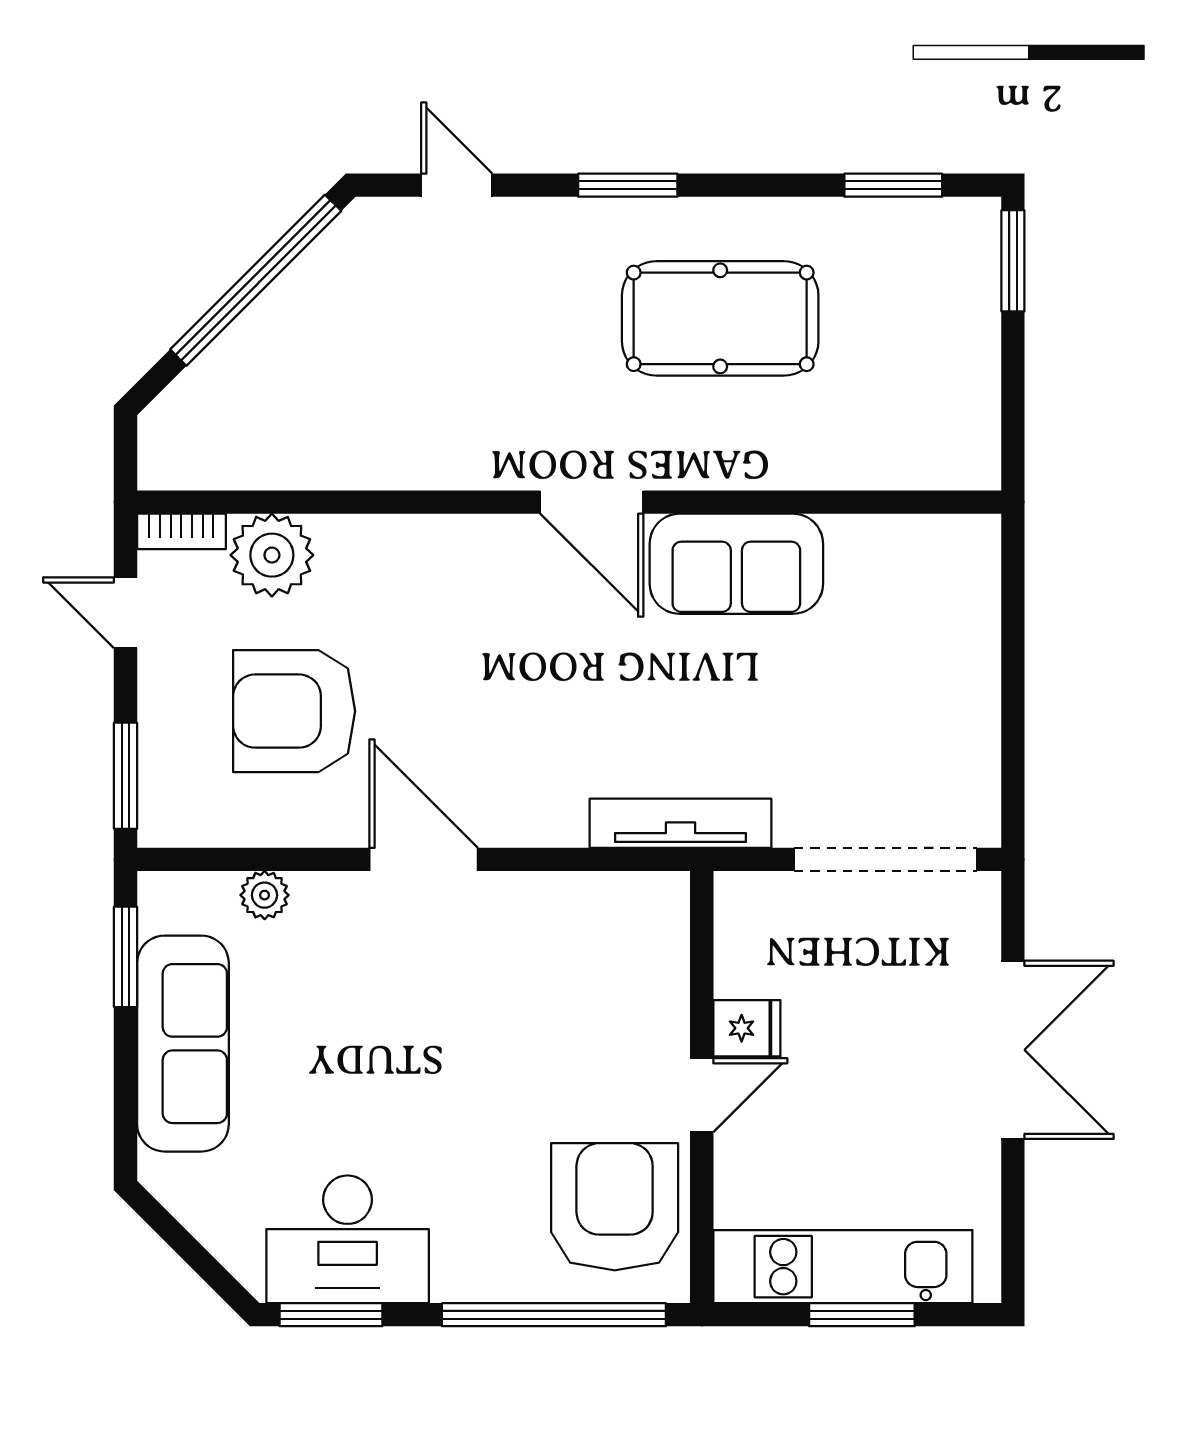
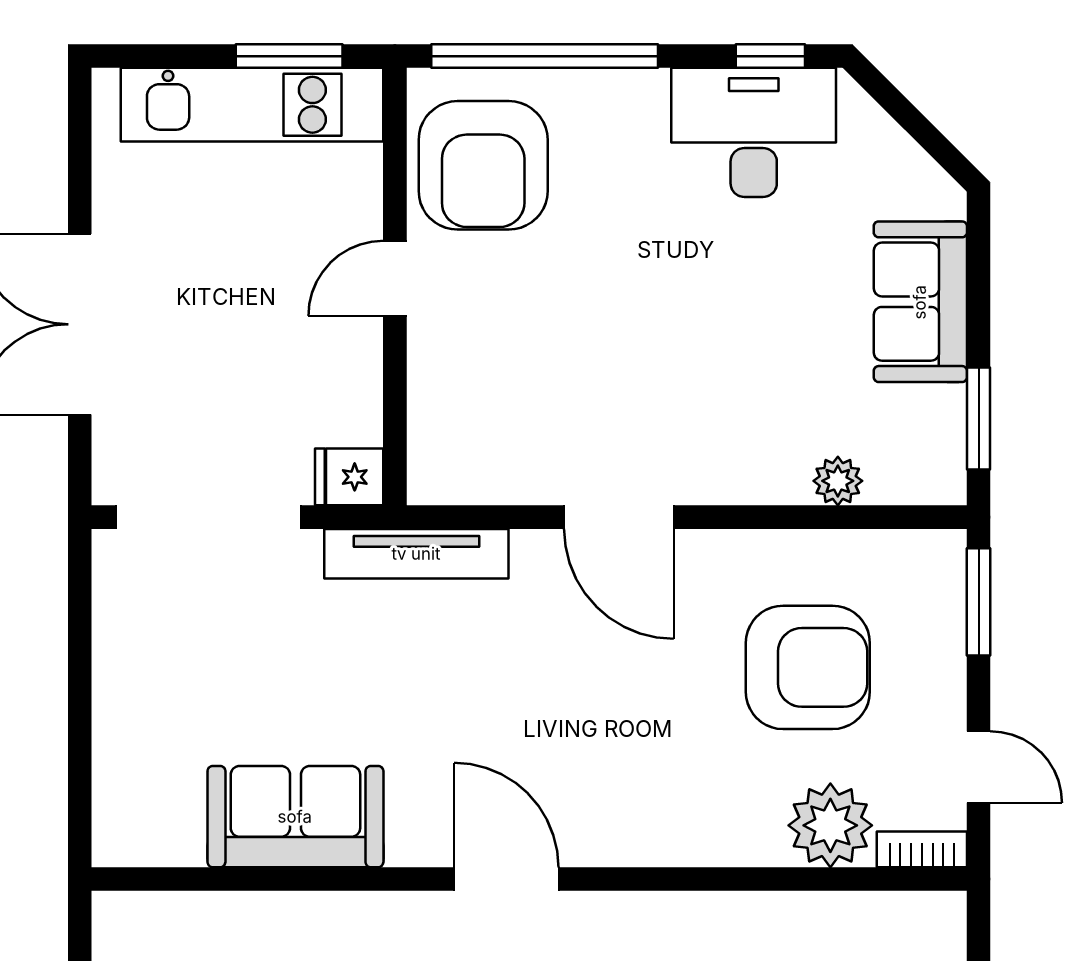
sofa: (736, 564) -> (295, 817), moved
door: (424, 859) -> (619, 517), moved
fridge: (747, 1028) -> (349, 477), moved
sofa: (183, 1044) -> (920, 302), width x0.73
window: (331, 1315) -> (770, 56), width x0.67
window: (862, 1315) -> (289, 56), moved

